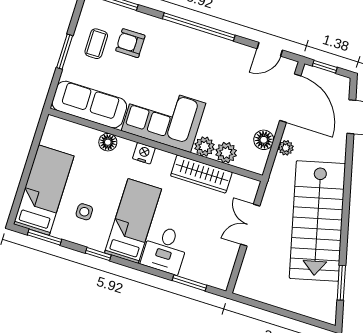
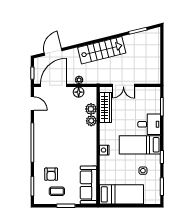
corner sofa: (163, 117) -> (83, 146), removed
floor lamp: (108, 142) -> (104, 170), removed
wardrobe: (201, 174) -> (106, 107), moved
bed: (44, 190) -> (122, 194), moved, turned 180
stairs: (317, 221) -> (102, 50), width x0.73, depth x0.66

